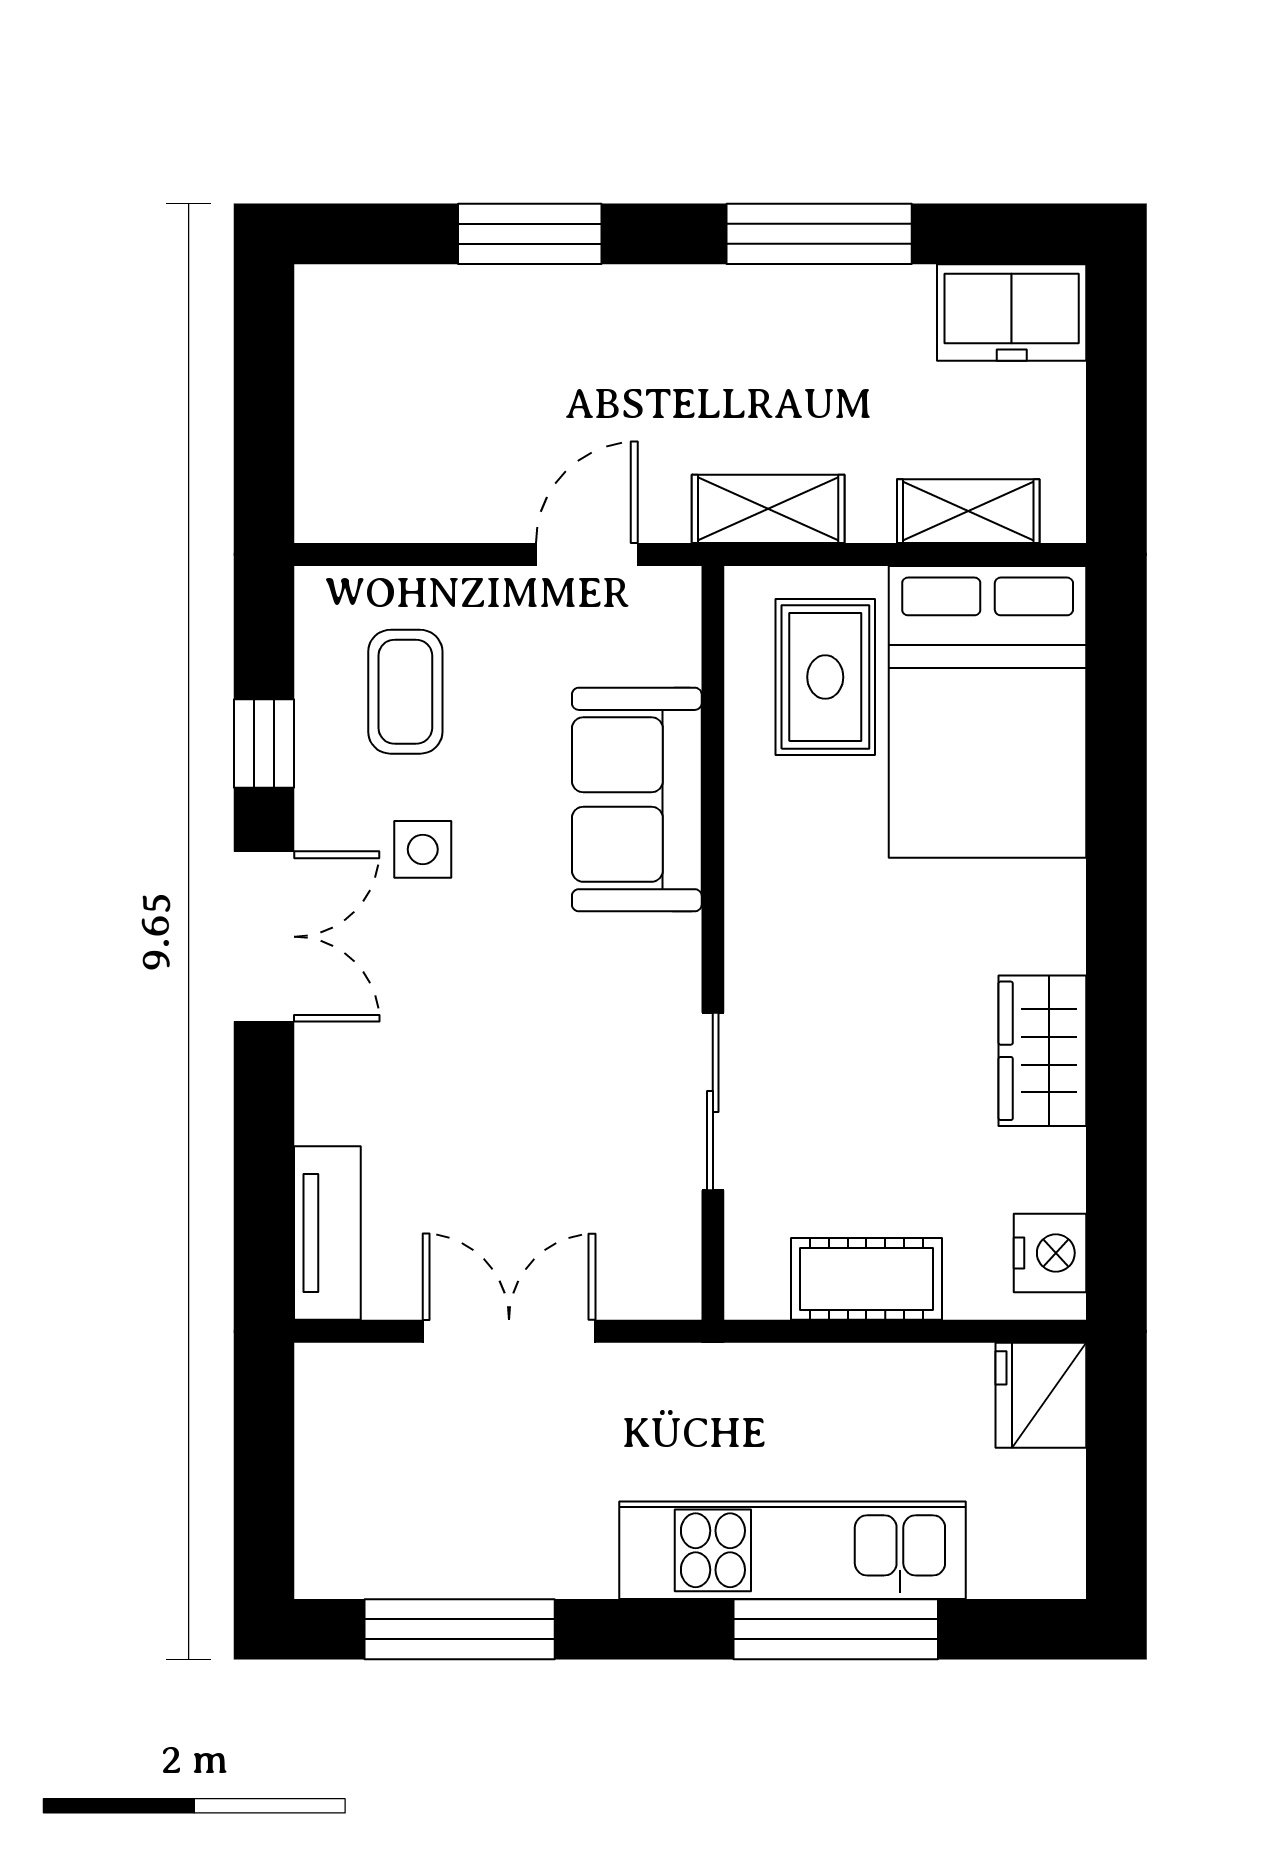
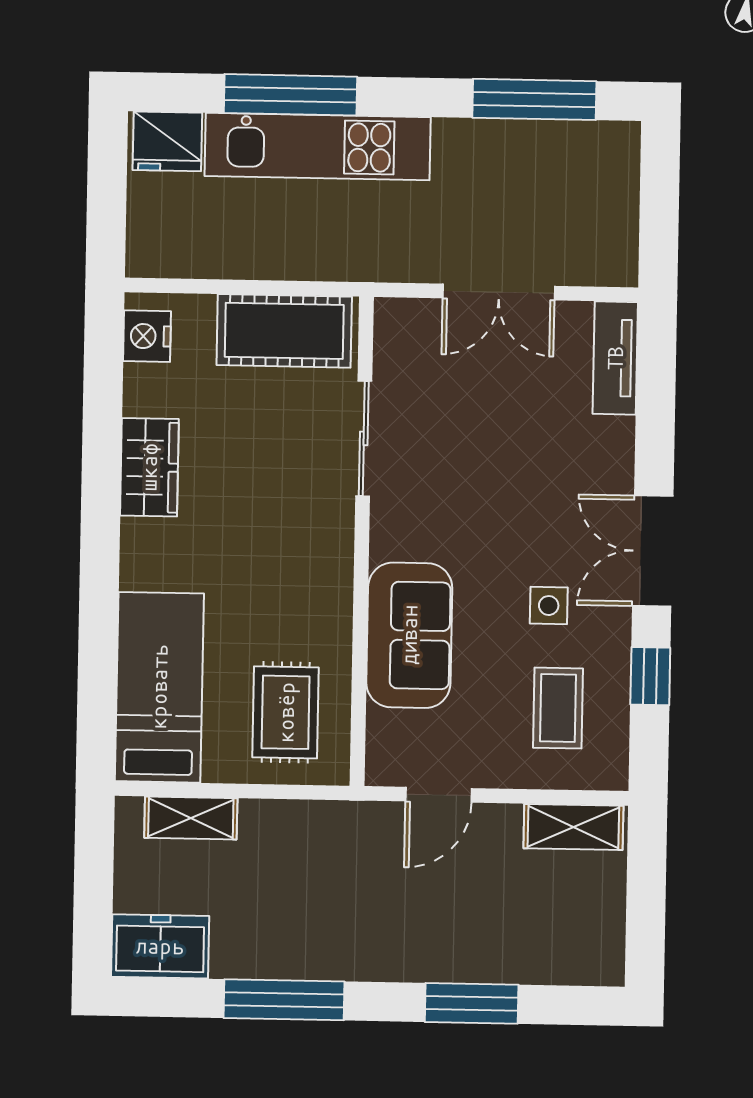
shelving: (768, 509) -> (573, 827), moved
bed: (988, 712) -> (159, 687), width x0.67
cot: (866, 1279) -> (284, 331), width x1.37, depth x1.34
fridge: (1041, 1395) -> (167, 141), moved, turned 90

